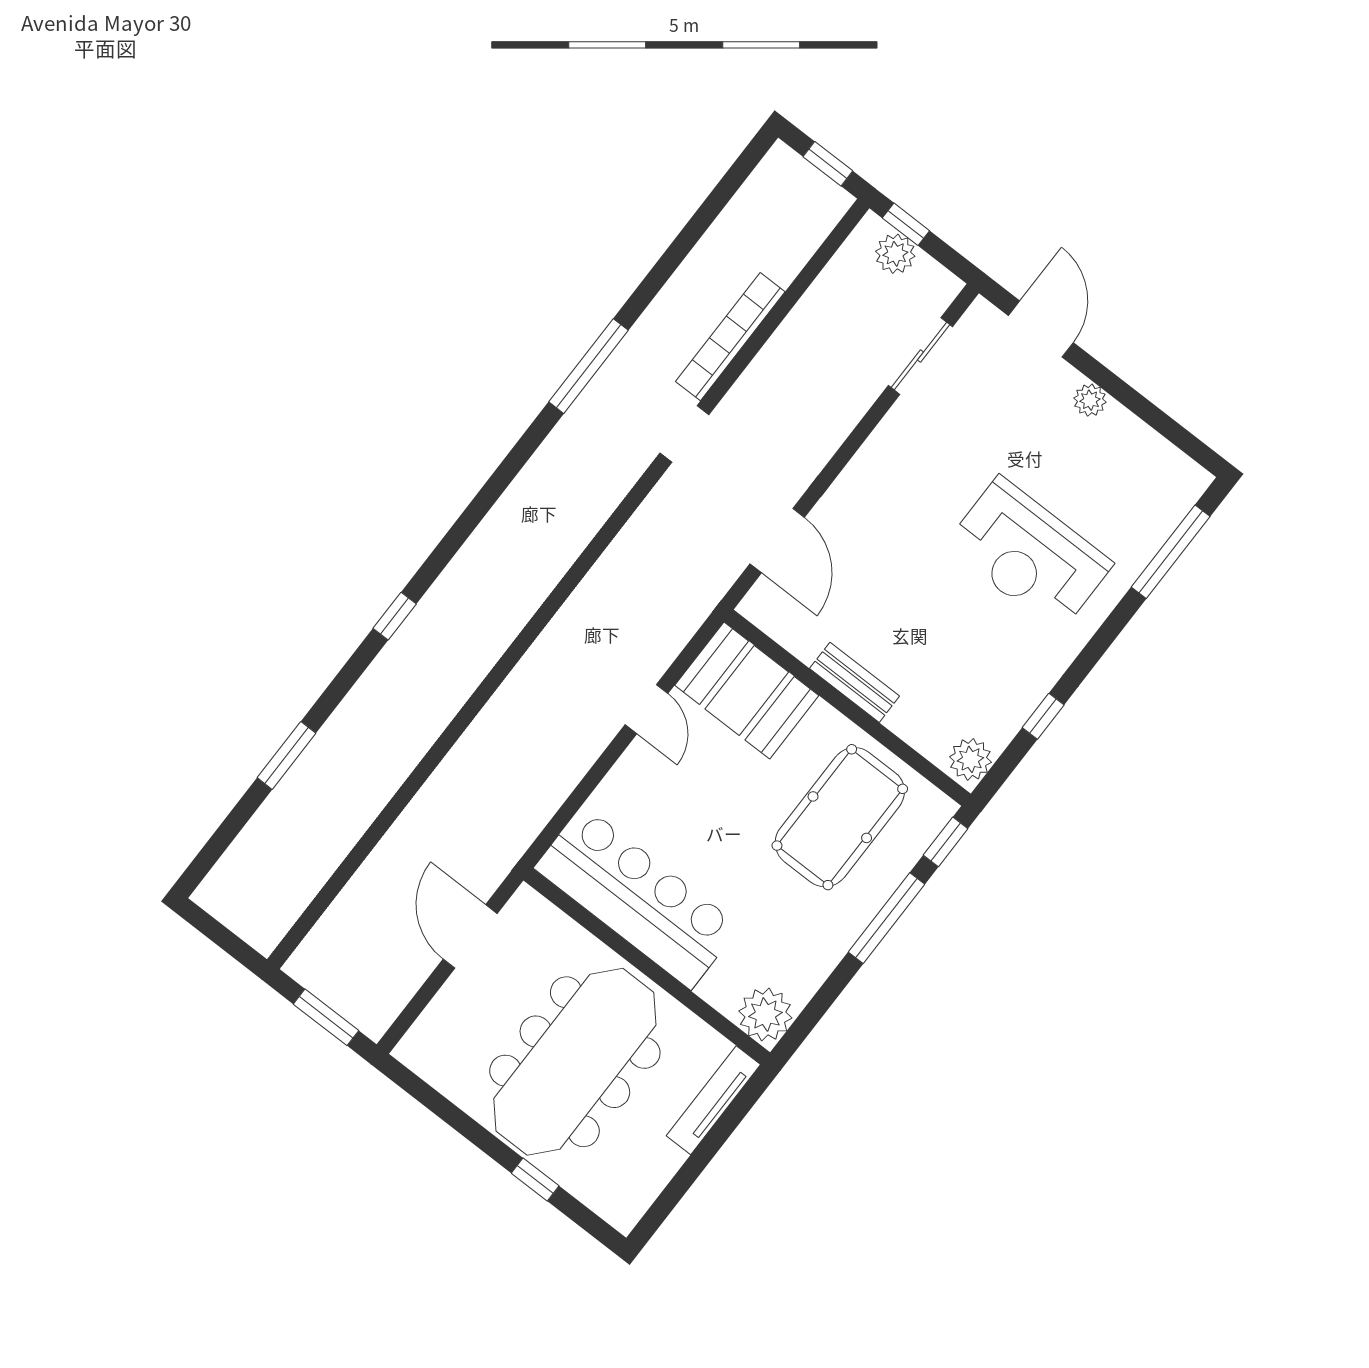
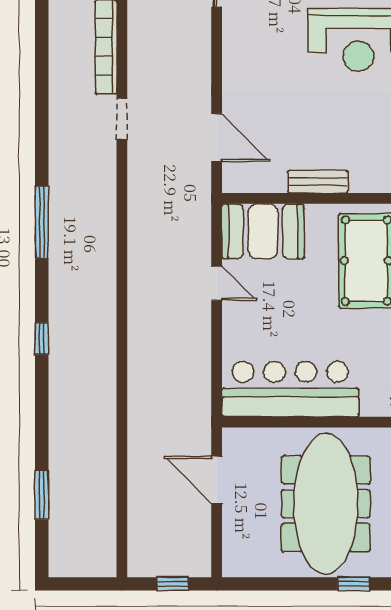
window: (588, 366) -> (42, 222), moved
window: (287, 755) -> (42, 495), moved
window: (326, 1017) -> (173, 584), width x0.67

